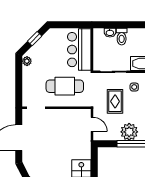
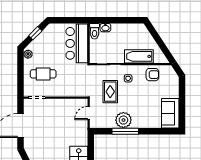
toilet: (122, 37) -> (95, 31), moved
cafe table: (65, 86) -> (43, 74), moved, width x0.73, depth x0.74
door: (92, 124) -> (89, 113), swing flipped

